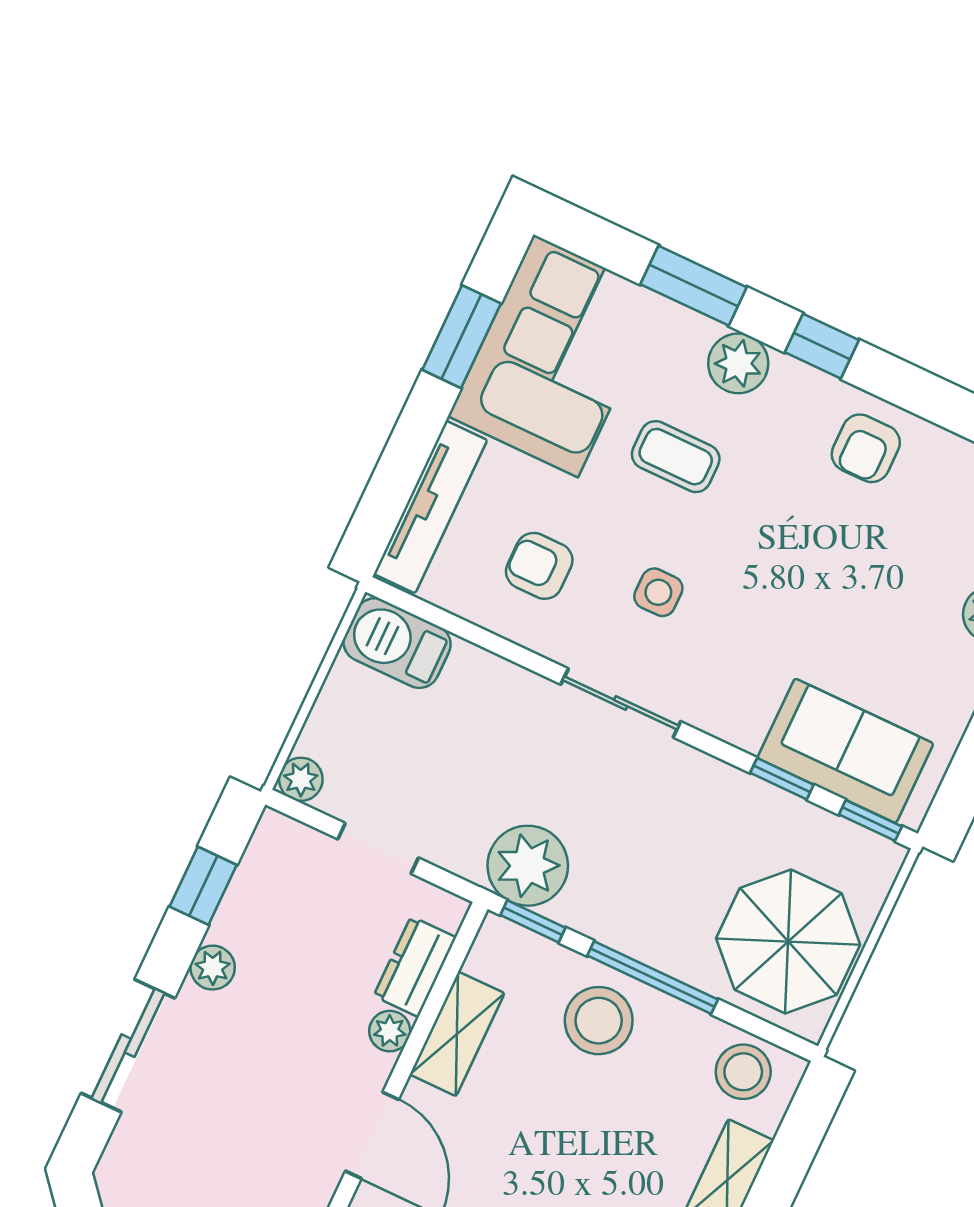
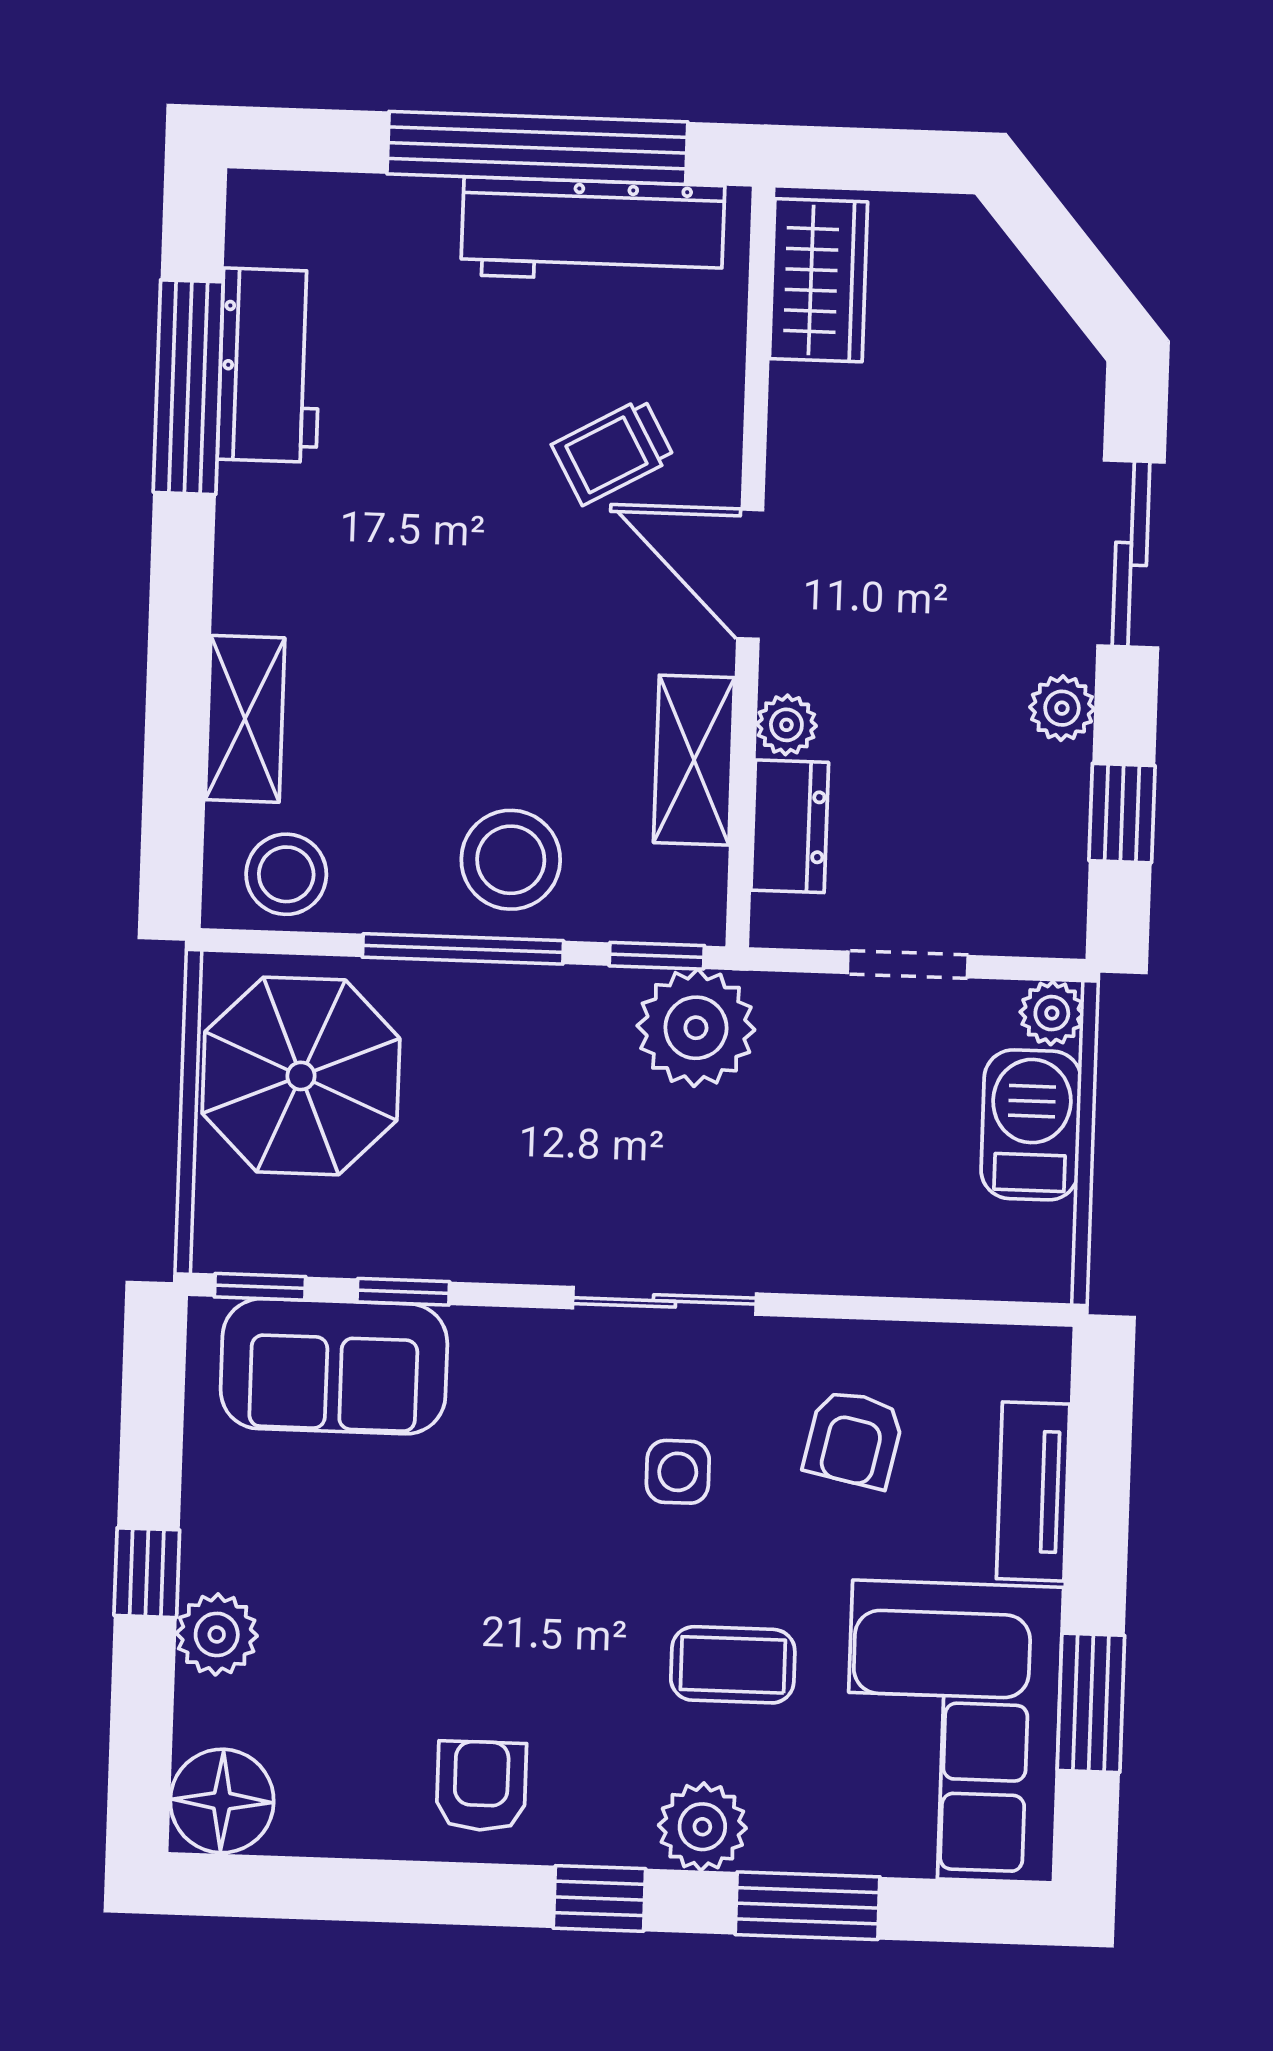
tv unit: (430, 507) -> (1033, 1491), width x0.71
armchair: (539, 566) -> (854, 1439), turned 102
barbecue: (397, 643) -> (1031, 1125), moved, turned -90

